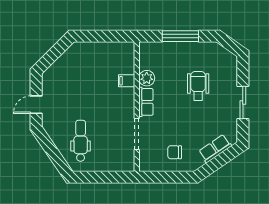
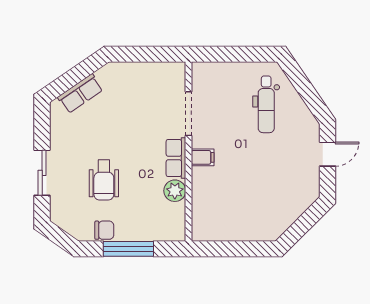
filing cabinet: (127, 81) -> (203, 157), moved
sliding door: (243, 103) -> (42, 173), moved
chair: (175, 152) -> (104, 230), moved

